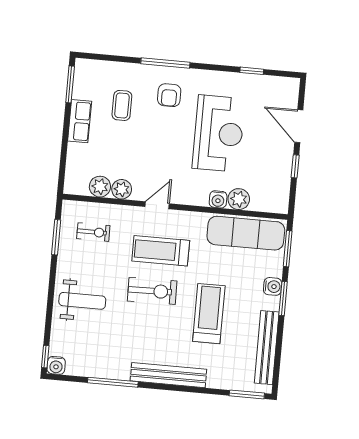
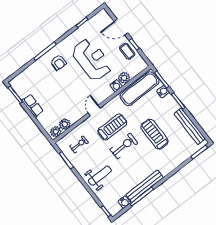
coffee table: (122, 105) -> (127, 51), moved
plant: (122, 189) -> (56, 132), moved
treadmill: (161, 251) -> (112, 127), turned 180
water cooler: (273, 286) -> (163, 92), moved
water cooler: (56, 365) -> (124, 202), moved
bench: (168, 375) -> (145, 186), moved

